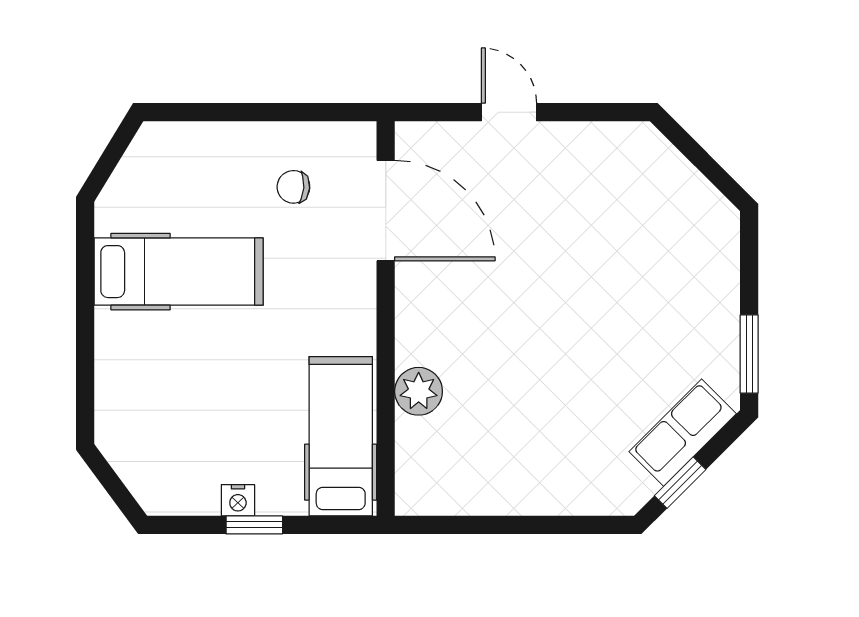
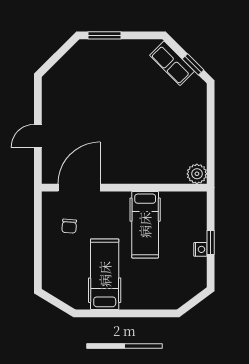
window: (749, 354) -> (104, 35), moved
plant: (419, 391) -> (197, 174), moved
hospital bed: (341, 436) -> (145, 225), moved, turned -90

